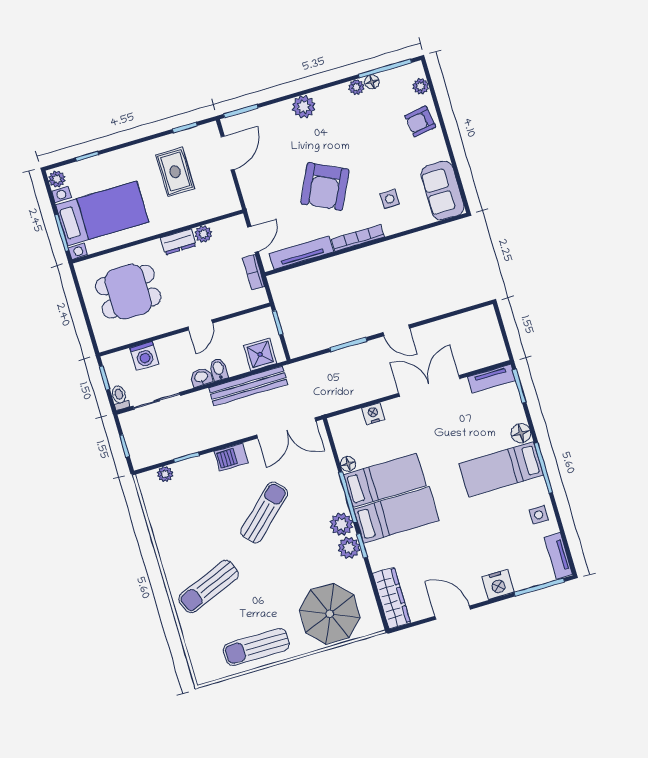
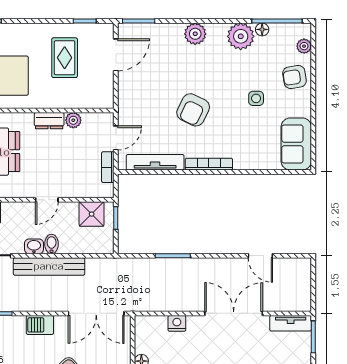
plant: (356, 87) -> (241, 36), width x1.88, depth x1.88
armchair: (325, 187) -> (193, 110), width x0.73, depth x0.73
side table: (390, 199) -> (256, 98), moved
door: (396, 330) -> (260, 256), moved
shower: (260, 354) -> (92, 214), moved
bench: (248, 386) -> (49, 266), moved

